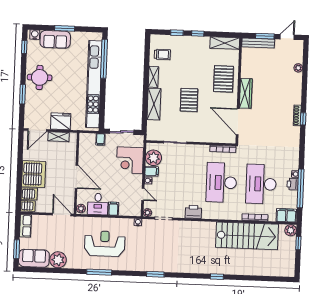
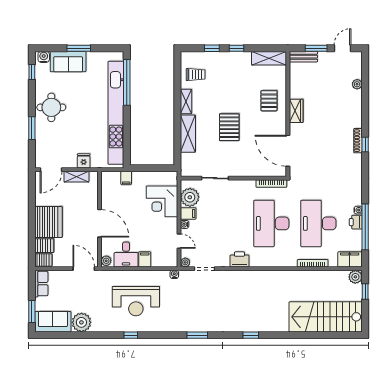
bench: (258, 43) -> (303, 57), width x0.73
pallet: (223, 79) -> (269, 101), width x0.67, depth x0.71
wardrobe: (246, 93) -> (296, 111), width x0.67
fridge: (61, 121) -> (84, 161), width x0.53, depth x0.75
sliding door: (122, 132) -> (151, 168), removed
stairs: (247, 236) -> (326, 317), moved, turned 180
reception desk: (105, 244) -> (136, 301), turned 180
window: (99, 272) -> (131, 335), width x0.46
window: (217, 277) -> (251, 335), moved

